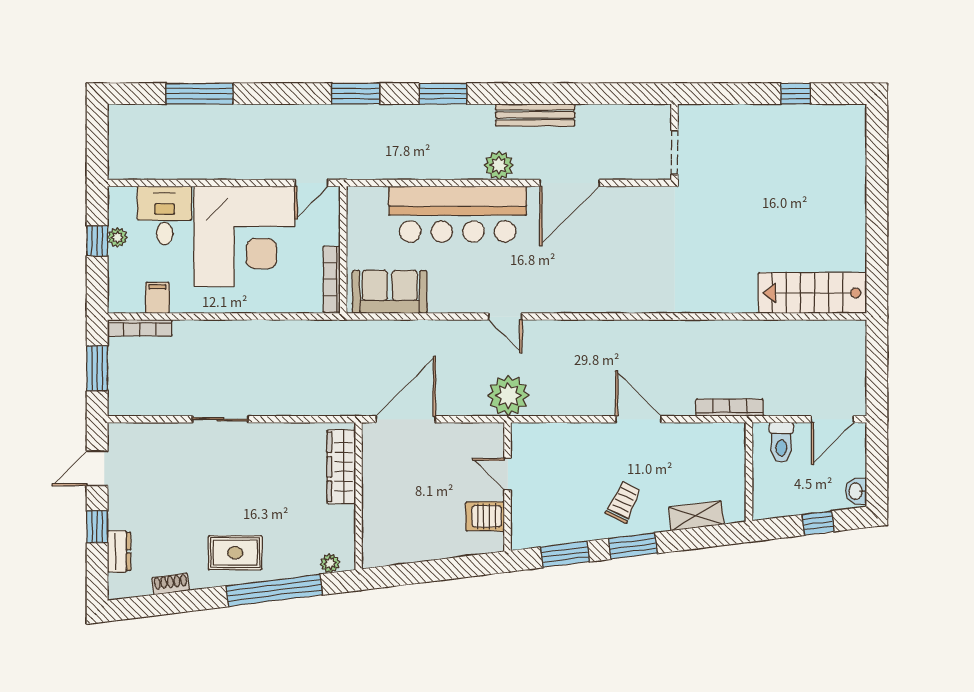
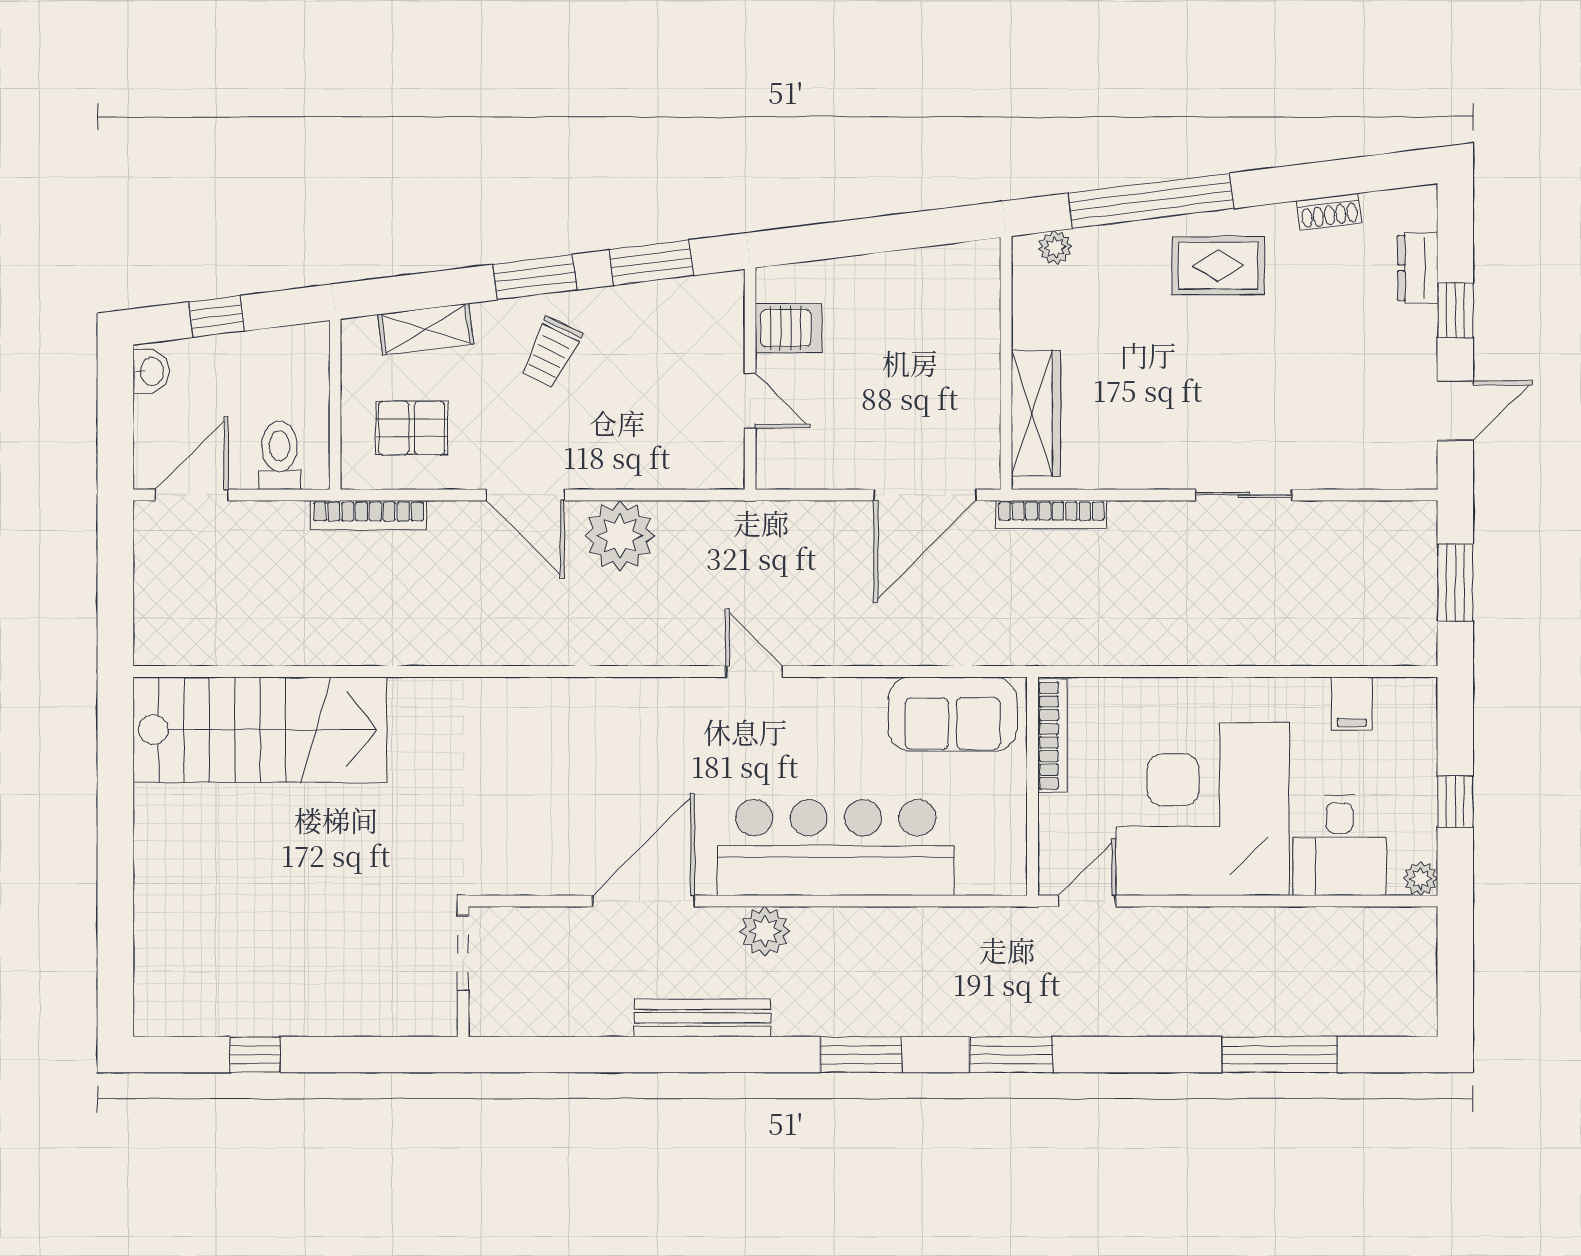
plant: (117, 237) -> (1421, 879), moved
stairs: (812, 293) -> (260, 730), width x1.36, depth x1.51
bookcase: (140, 328) -> (1051, 514), moved, turned 180
plant: (508, 396) -> (620, 536), moved
pallet: (704, 458) -> (412, 428), added

